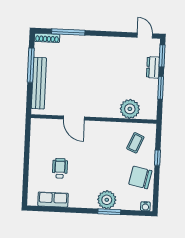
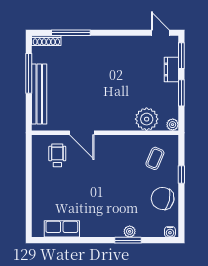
plant: (152, 115) -> (173, 125), added
wheelchair: (60, 168) -> (57, 155), moved
plant: (107, 200) -> (130, 231), width x0.53, depth x0.53

